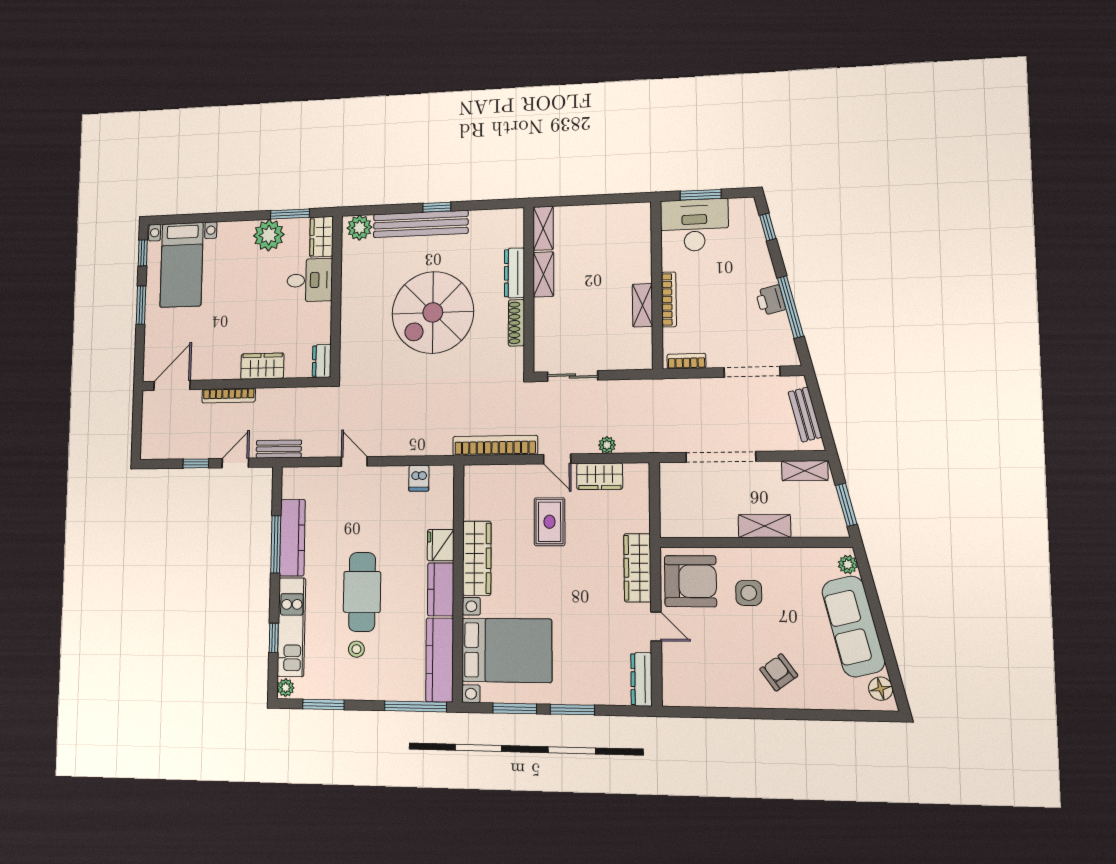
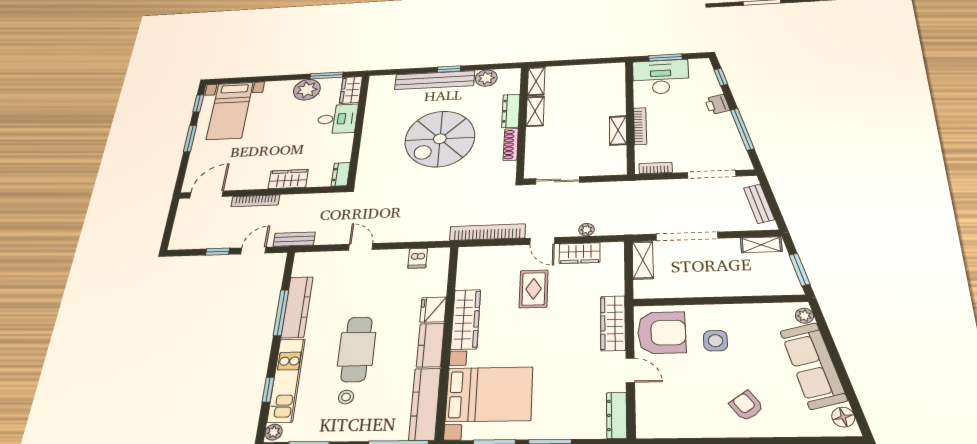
plant: (359, 228) -> (486, 78), moved
printer: (771, 300) -> (717, 104), moved
shelving: (765, 526) -> (643, 260), moved, turned 90

